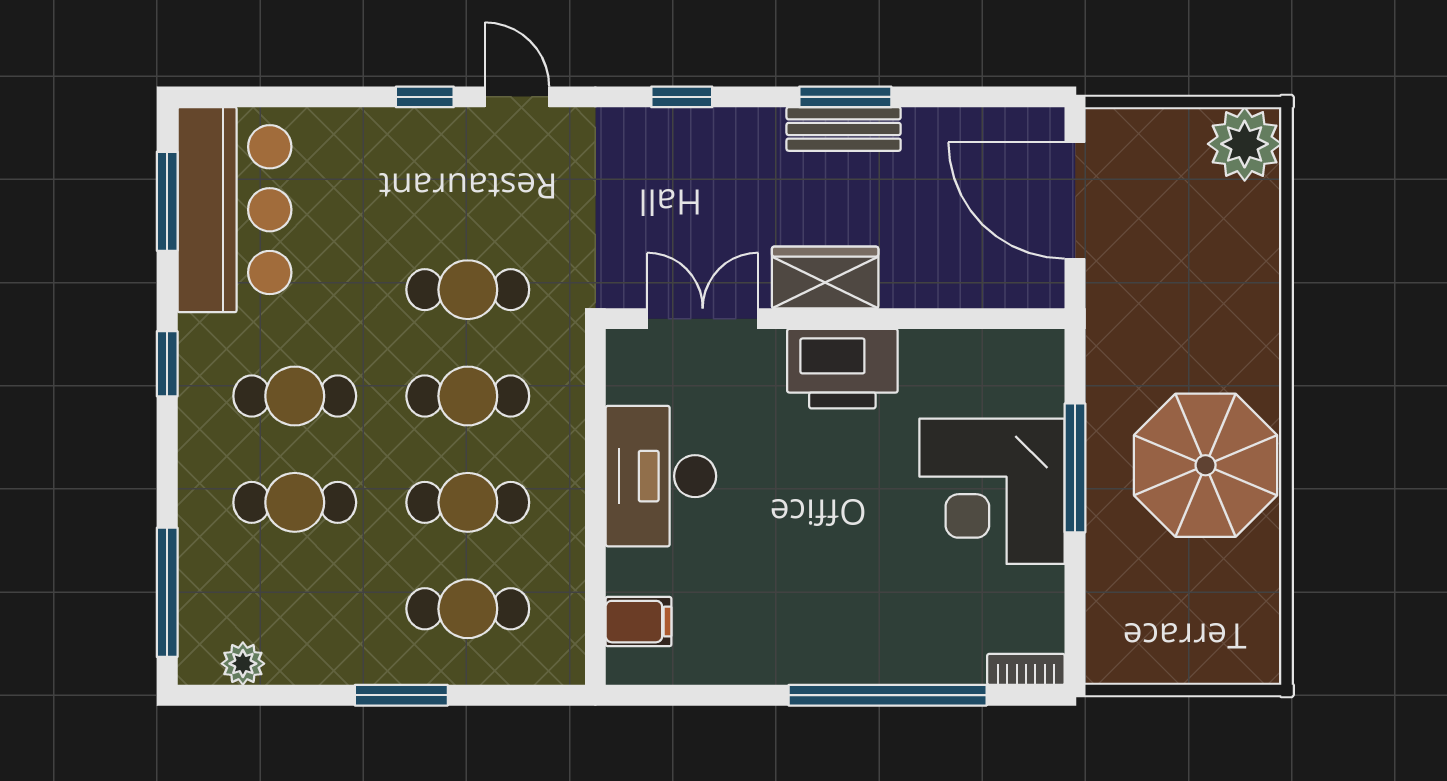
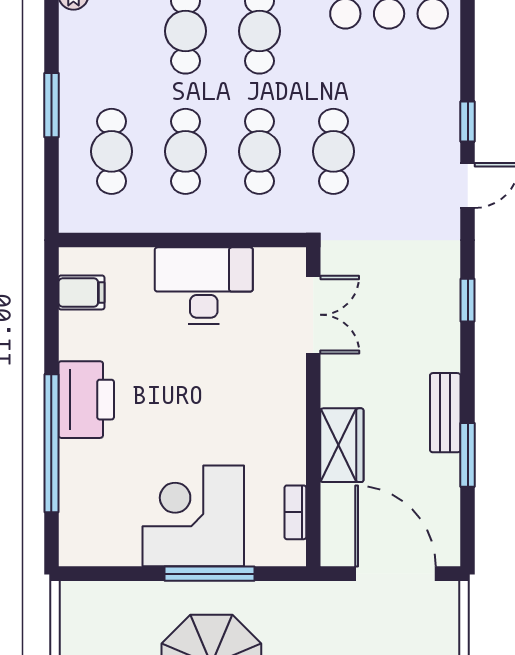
window: (845, 97) -> (468, 455), moved
door: (1075, 200) -> (395, 574), hinge flipped
wardrobe: (825, 277) -> (342, 445), moved
printer: (842, 369) -> (86, 400), moved, turned 180
filing cabinet: (639, 622) -> (81, 292), moved, turned -90
bookcase: (1026, 669) -> (295, 512), moved, turned 180

